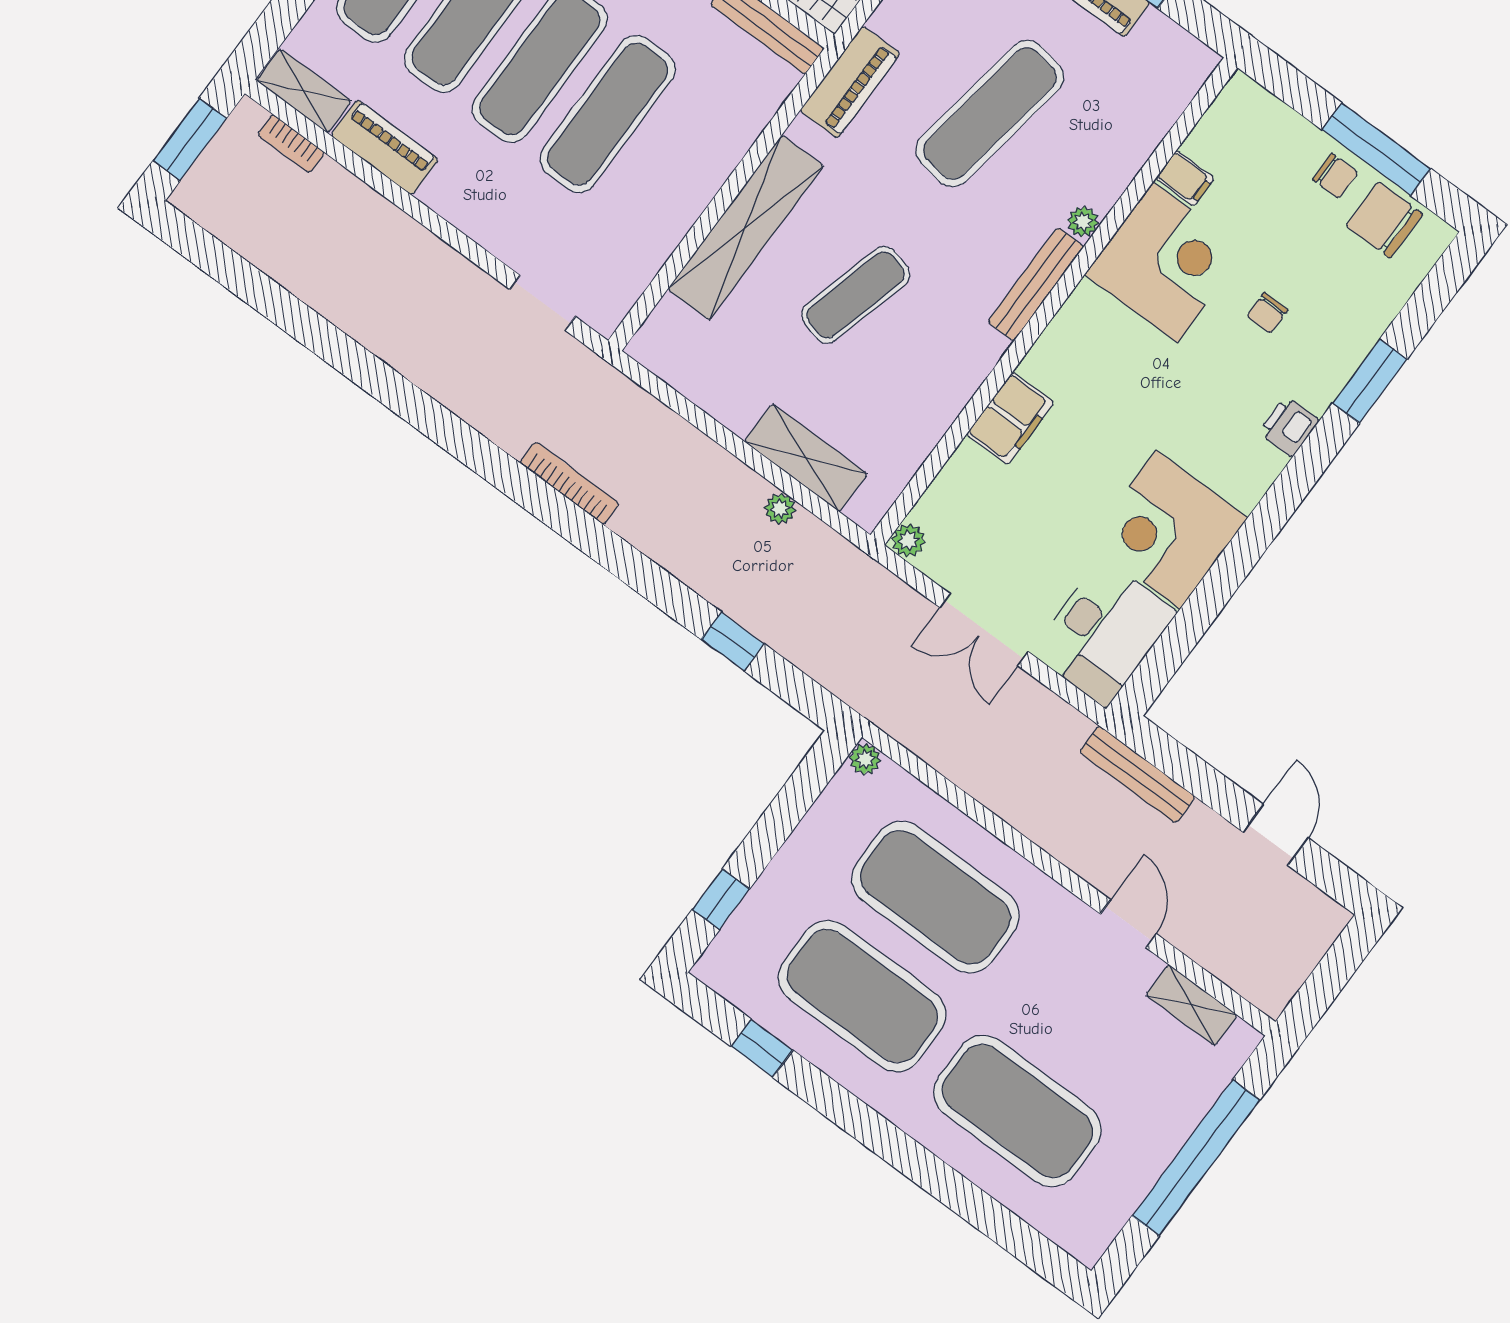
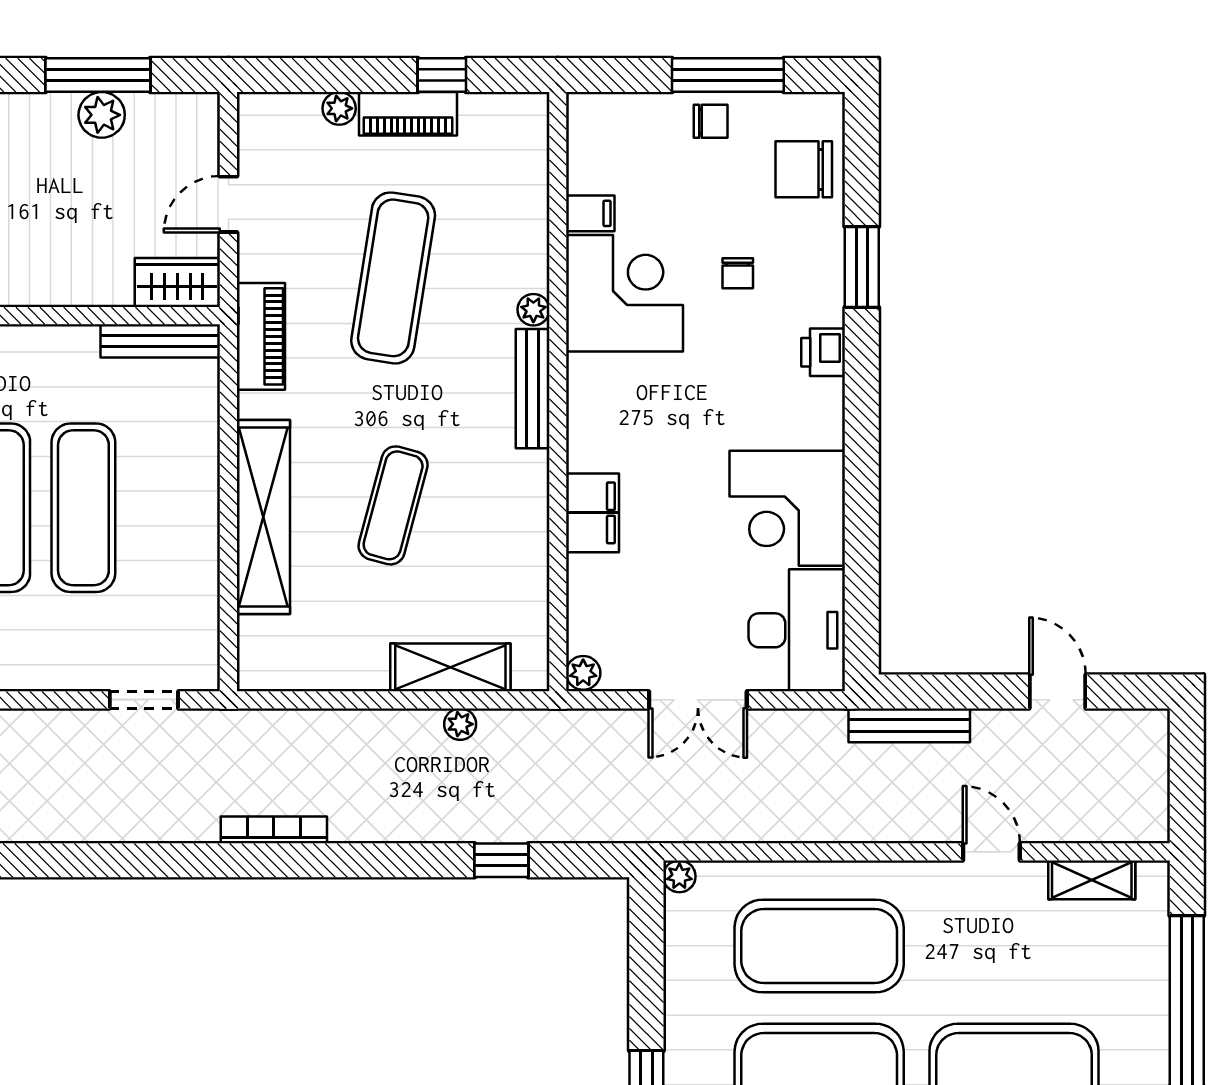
chair: (1384, 220) -> (804, 169), moved

